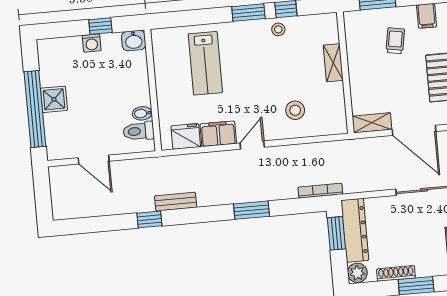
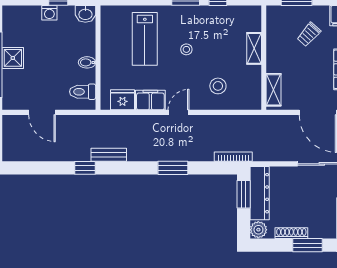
stool: (278, 29) -> (186, 49), moved
trolley: (395, 41) -> (309, 34), turned -148
bidet: (142, 113) -> (87, 62), moved
shelving: (372, 123) -> (273, 90), moved, turned 90

